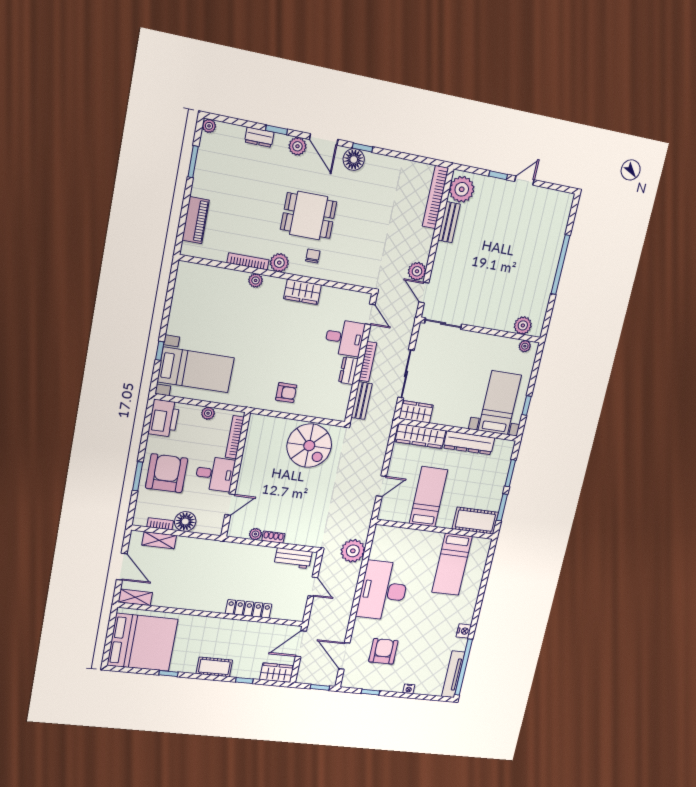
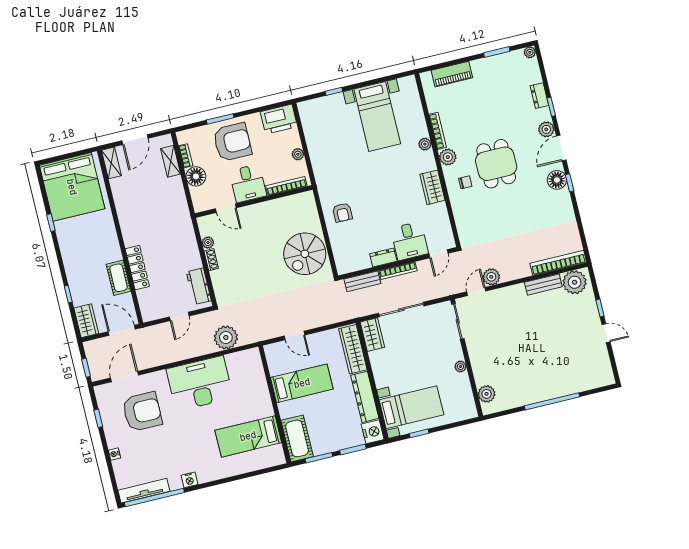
plant: (525, 346) -> (460, 367), moved
bed with nightstands: (196, 370) -> (377, 116), moved
nightstand: (504, 448) -> (373, 432), added
armchair: (383, 651) -> (142, 412), width x1.36, depth x1.36
cot: (214, 667) -> (119, 278), moved

